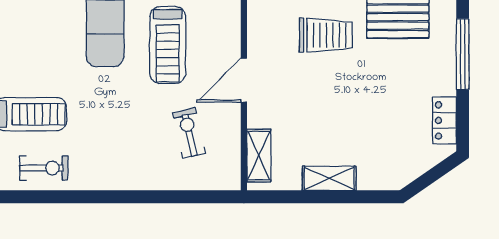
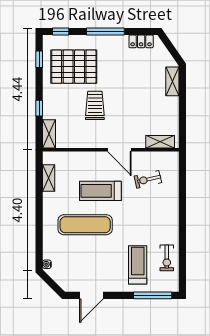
treadmill: (168, 45) -> (100, 191), turned 180
exercise bike: (44, 168) -> (167, 258), turned 180
shelving: (329, 178) -> (172, 81), moved

